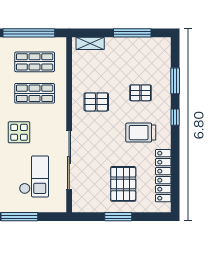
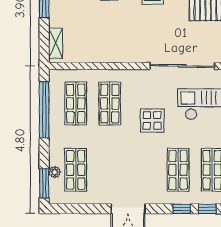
pallet: (96, 102) -> (119, 37), removed

